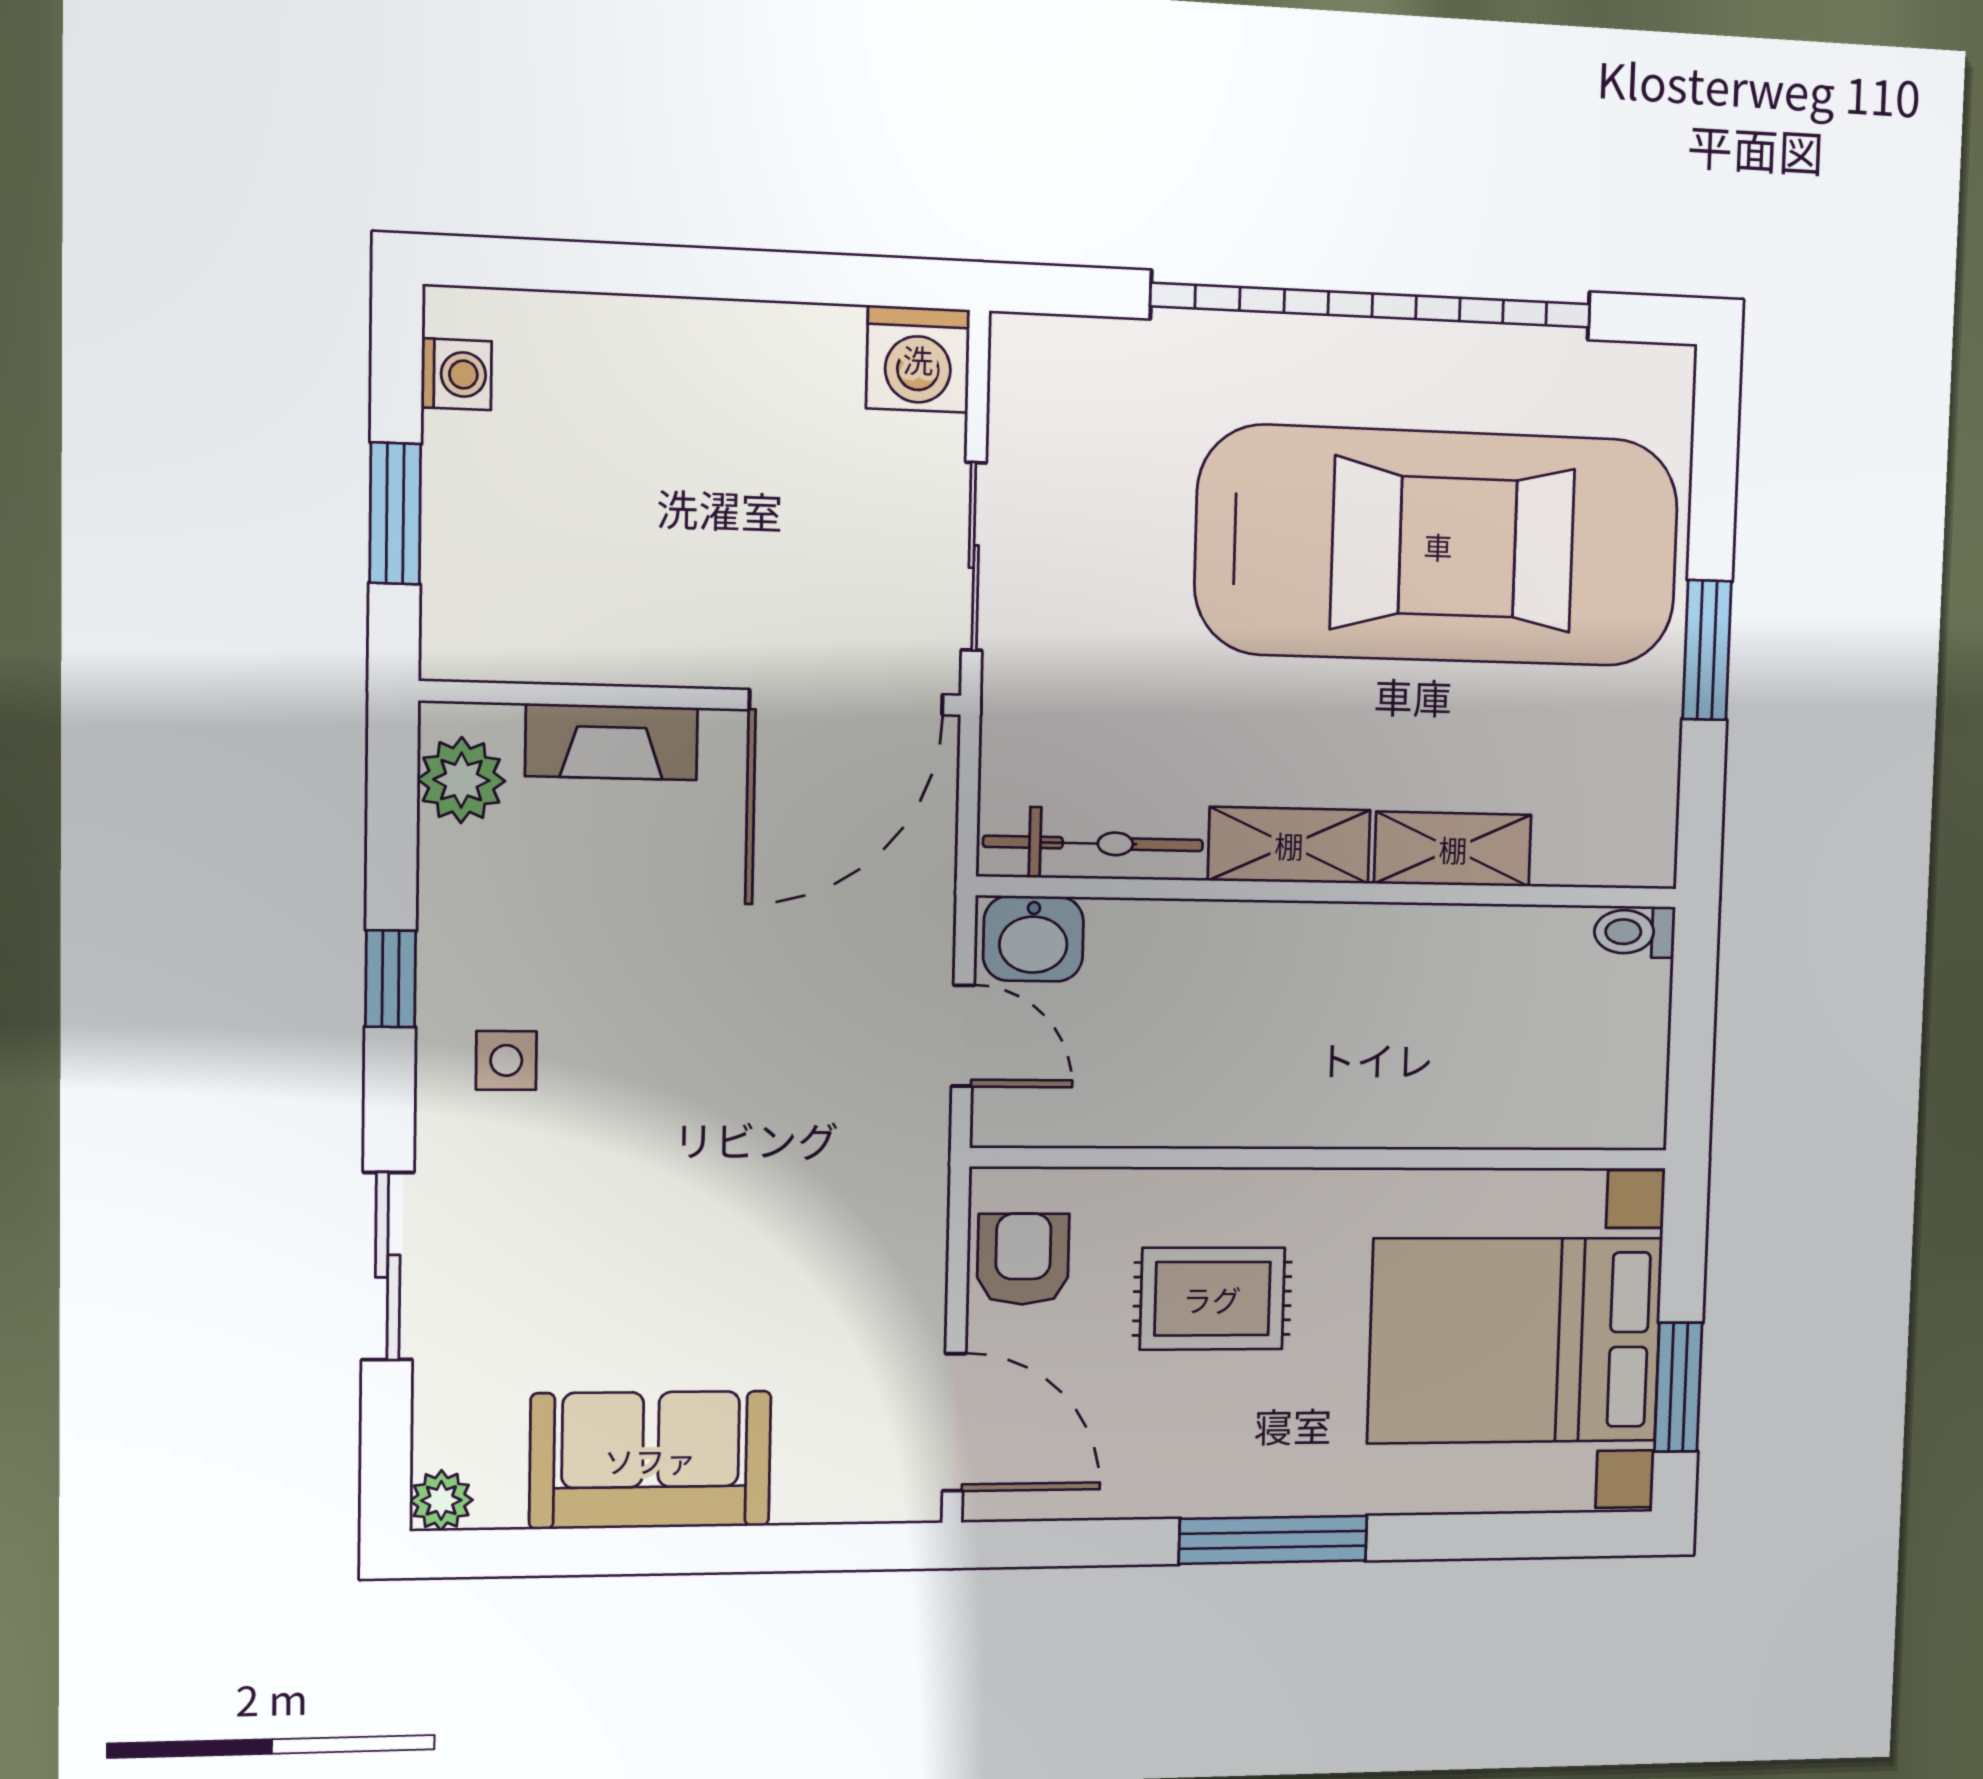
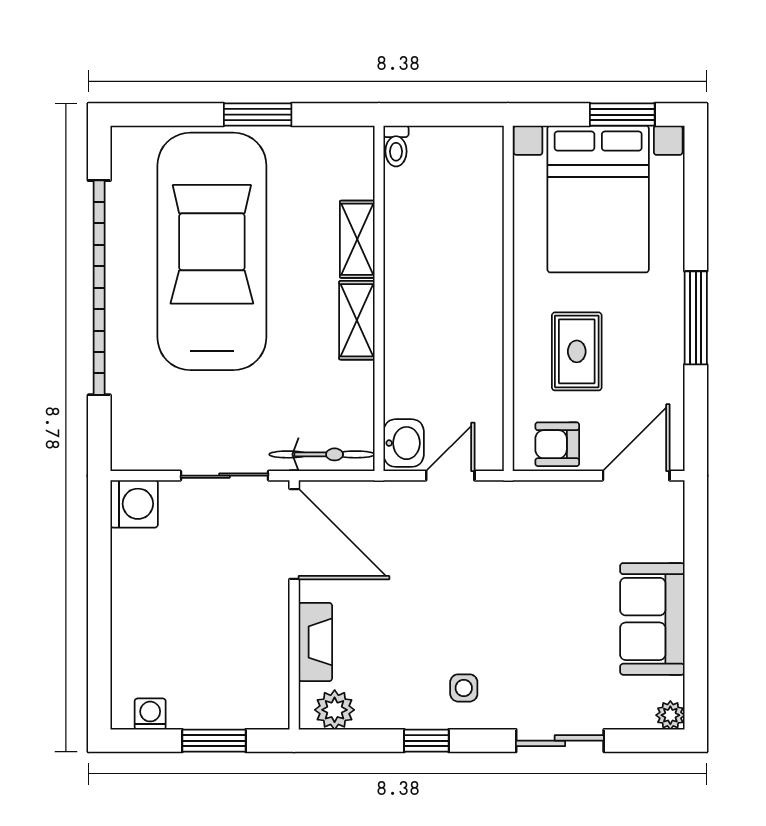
bicycle: (1093, 843) -> (322, 454), moved, turned 90

